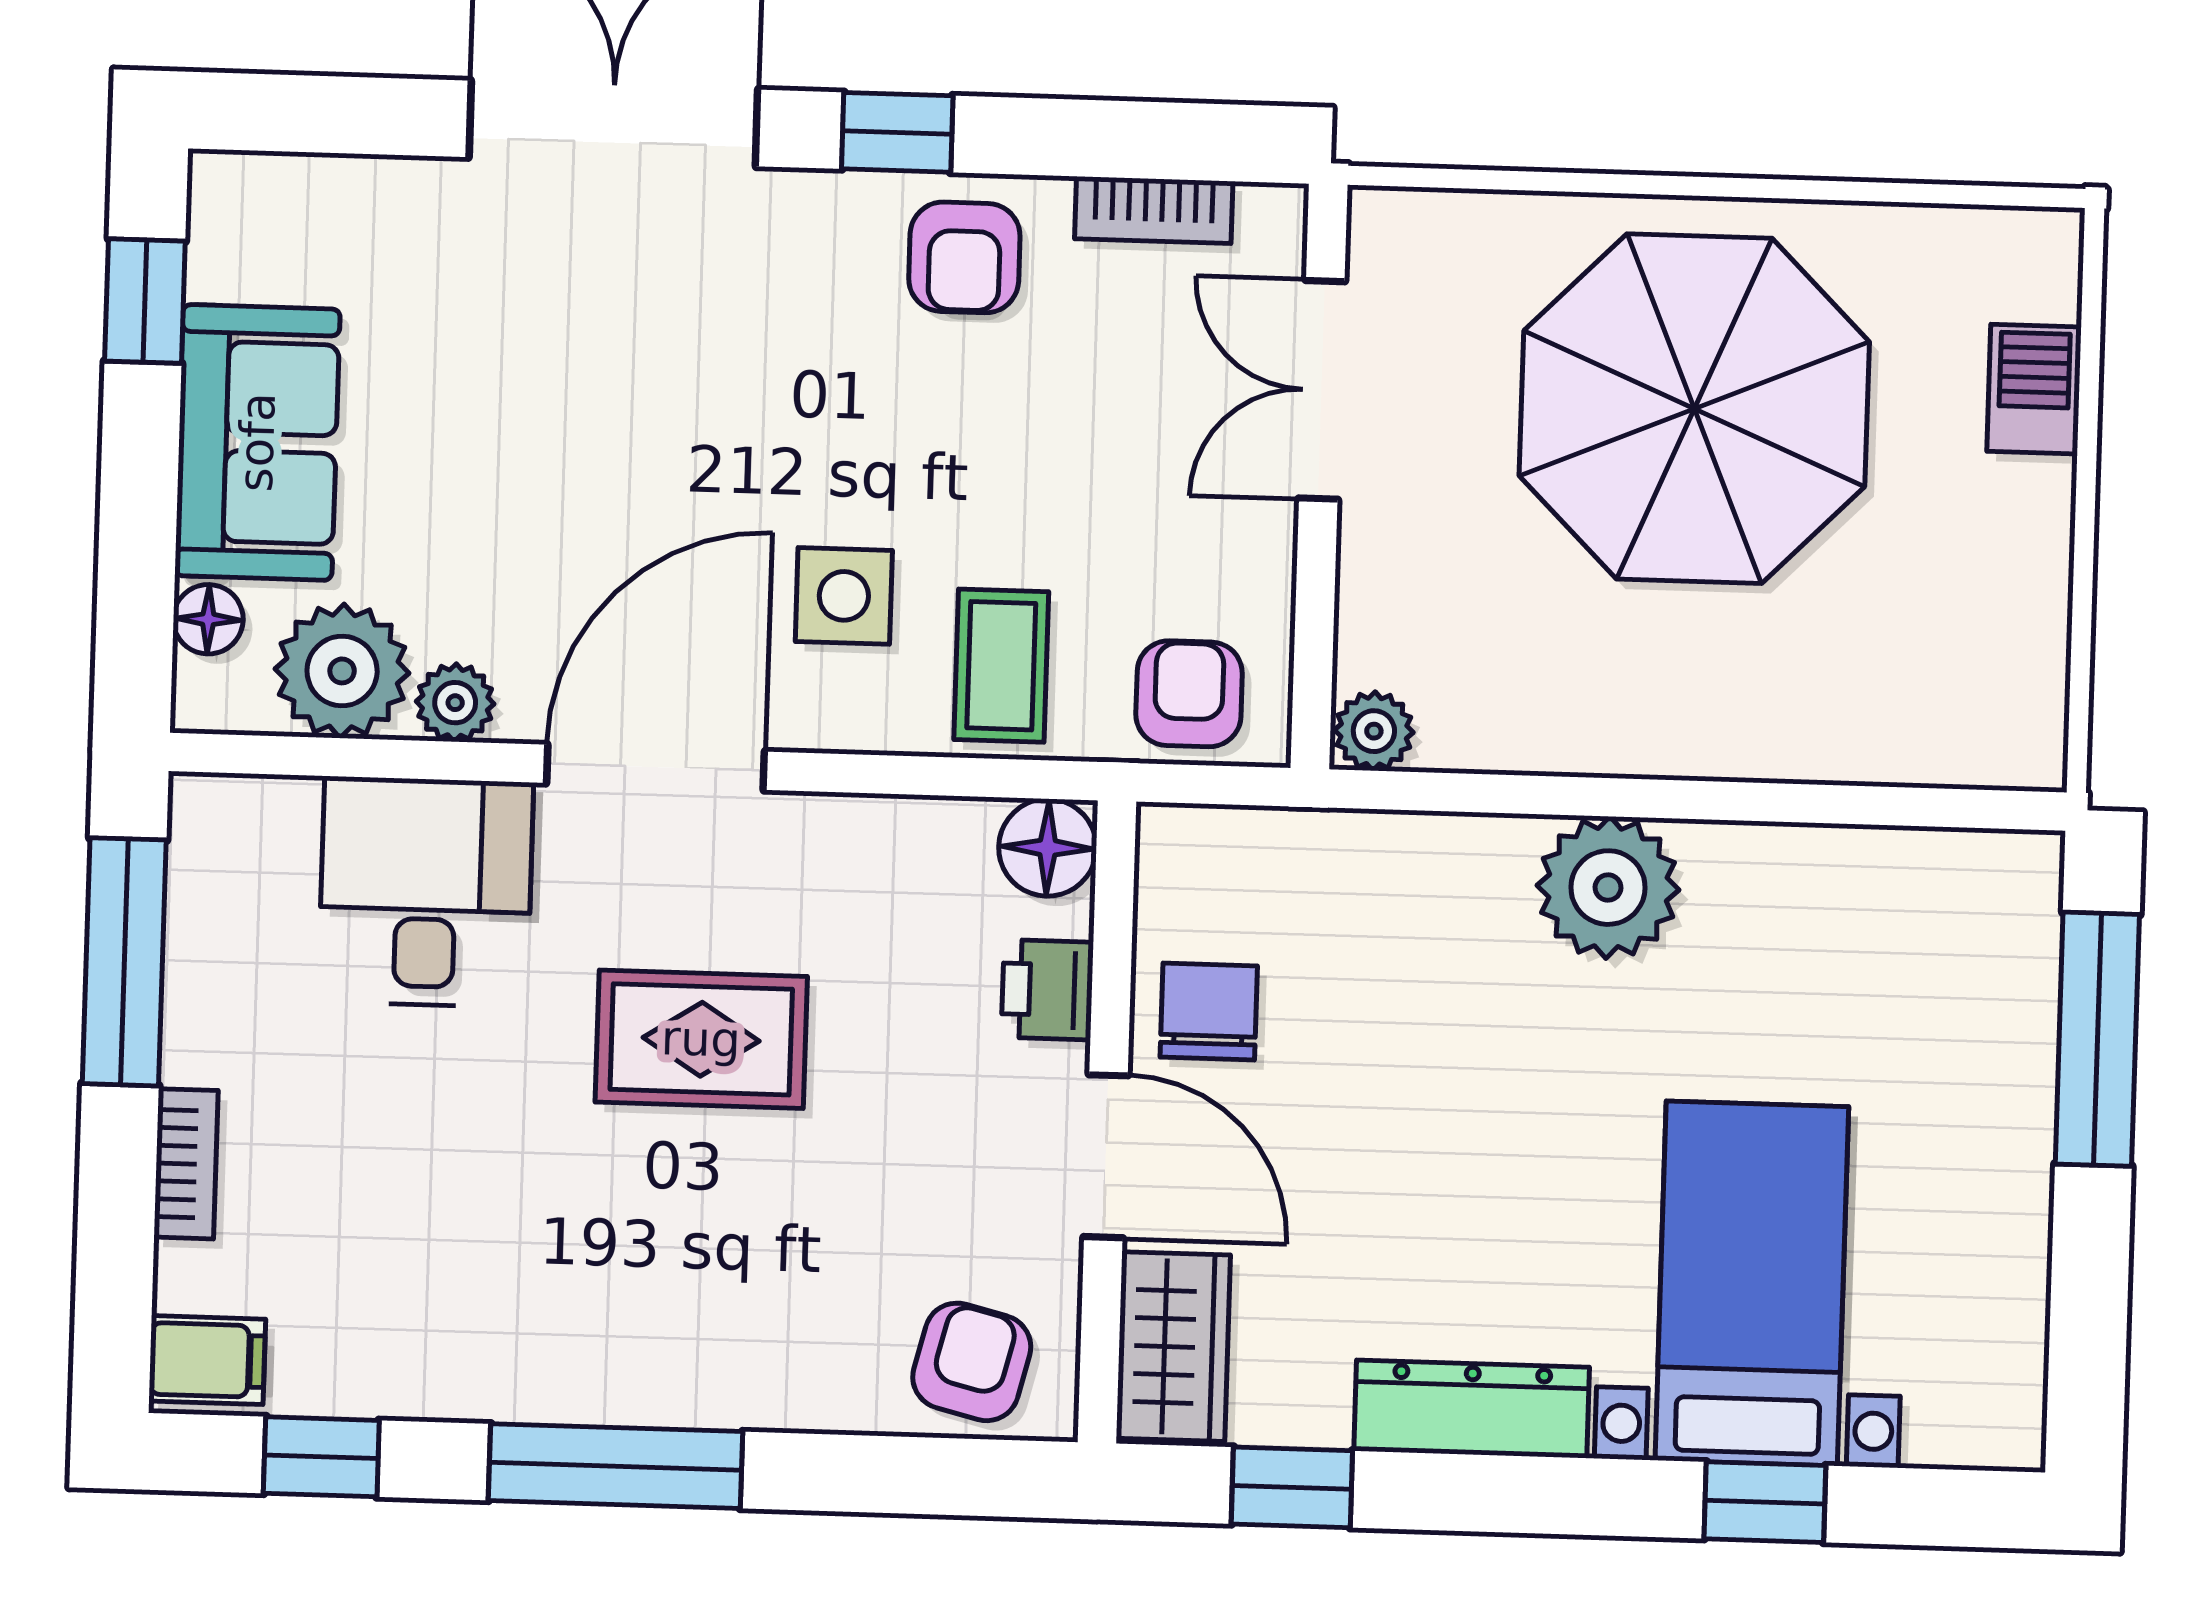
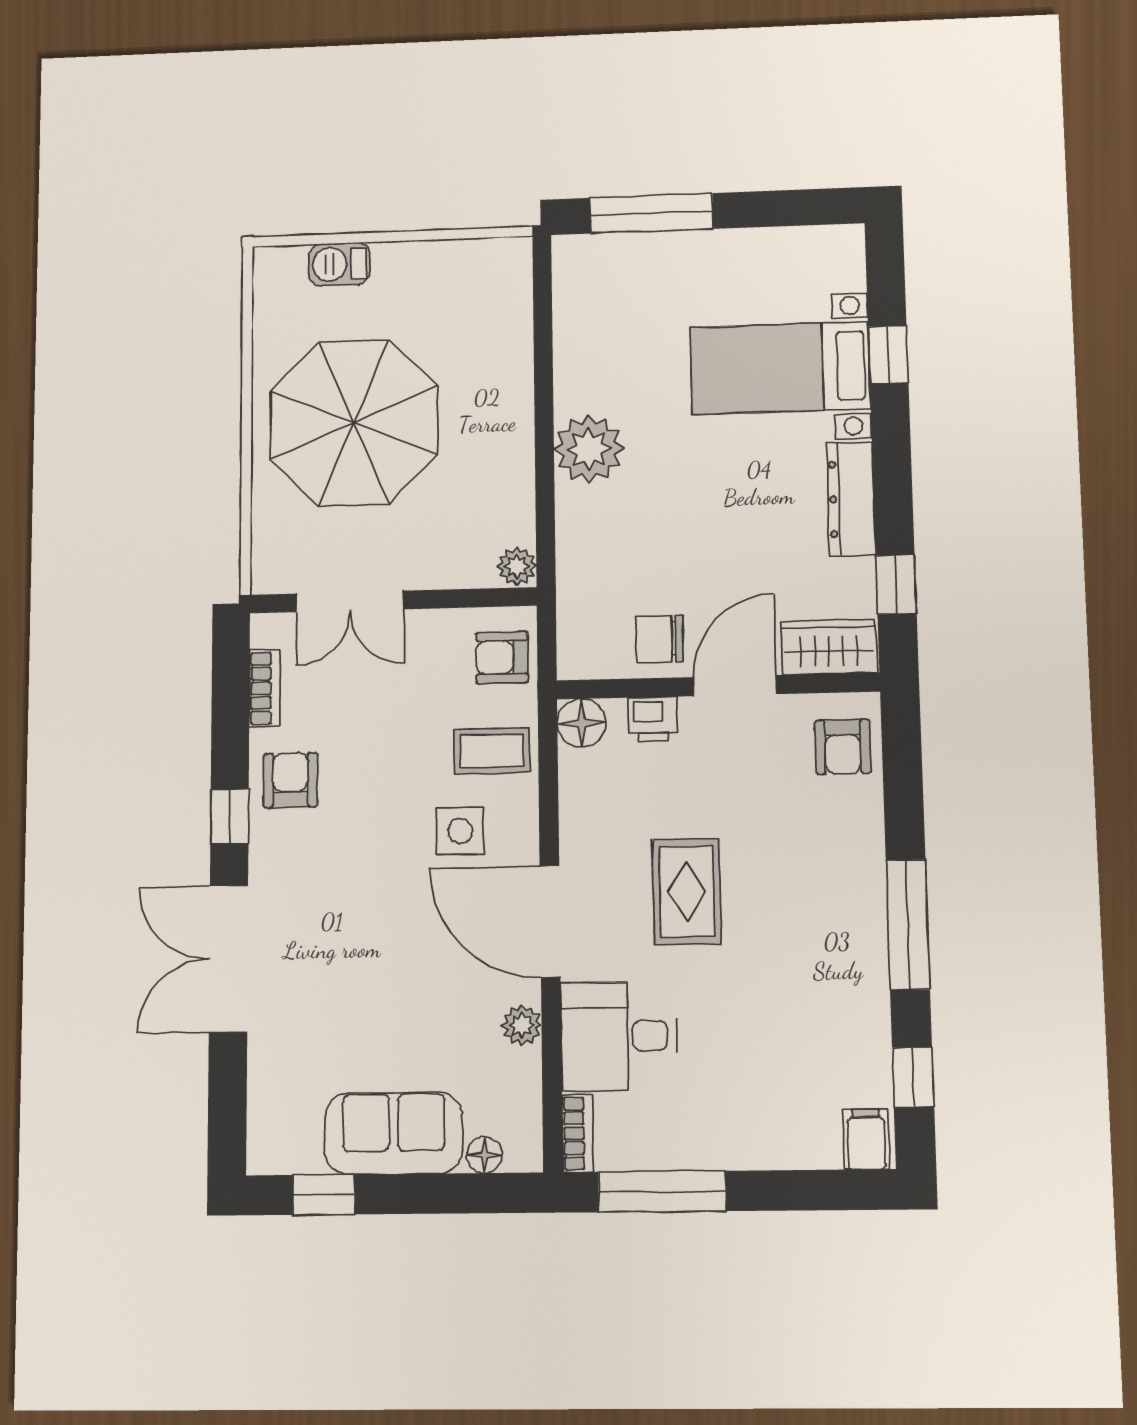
armchair: (964, 257) -> (290, 780), turned -90
plant: (342, 671) -> (508, 1084), removed
bookcase: (186, 1164) -> (578, 1133), moved, turned 90
armchair: (972, 1362) -> (843, 747), turned -104

